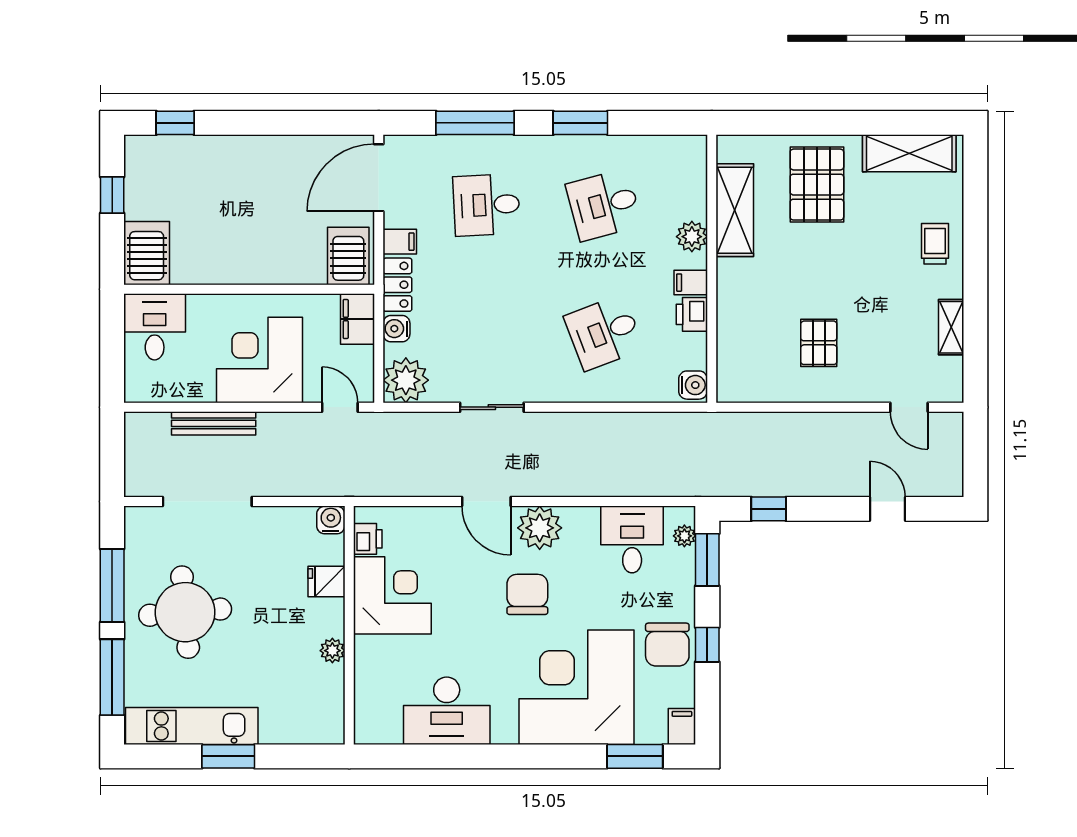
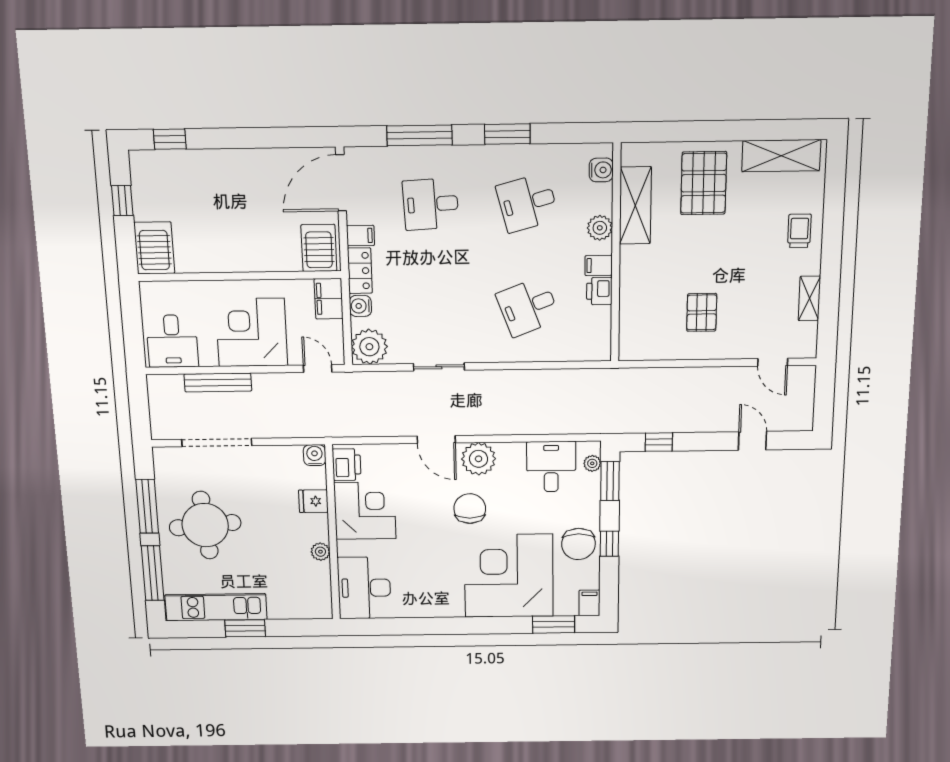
desk: (155, 327) -> (172, 341), moved, turned 180
water cooler: (693, 385) -> (601, 170), moved
printer: (368, 539) -> (347, 465), width x1.36, depth x1.24
desk: (447, 711) -> (364, 588), moved, turned 90

